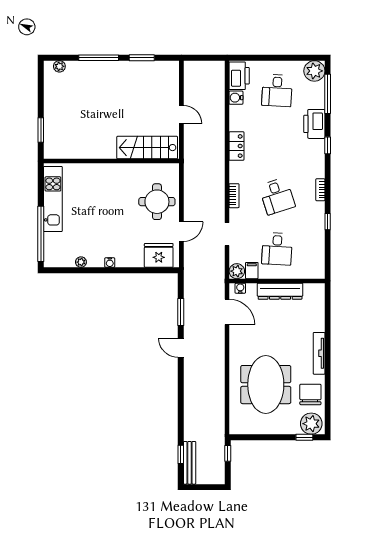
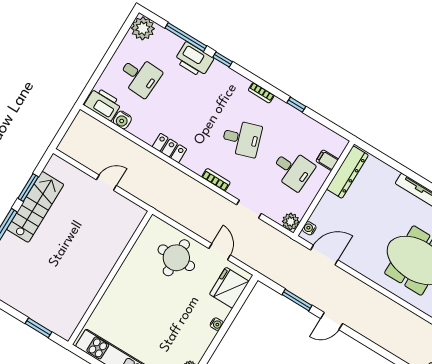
window: (328, 94) -> (186, 37), moved
stairs: (147, 148) -> (35, 207), moved, turned 180
water cooler: (110, 263) -> (217, 324), moved
filing cabinet: (252, 271) -> (327, 160), moved
dresser: (280, 291) -> (347, 172), moved

